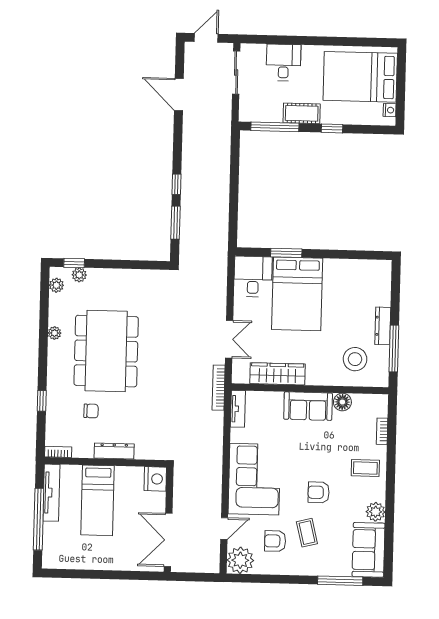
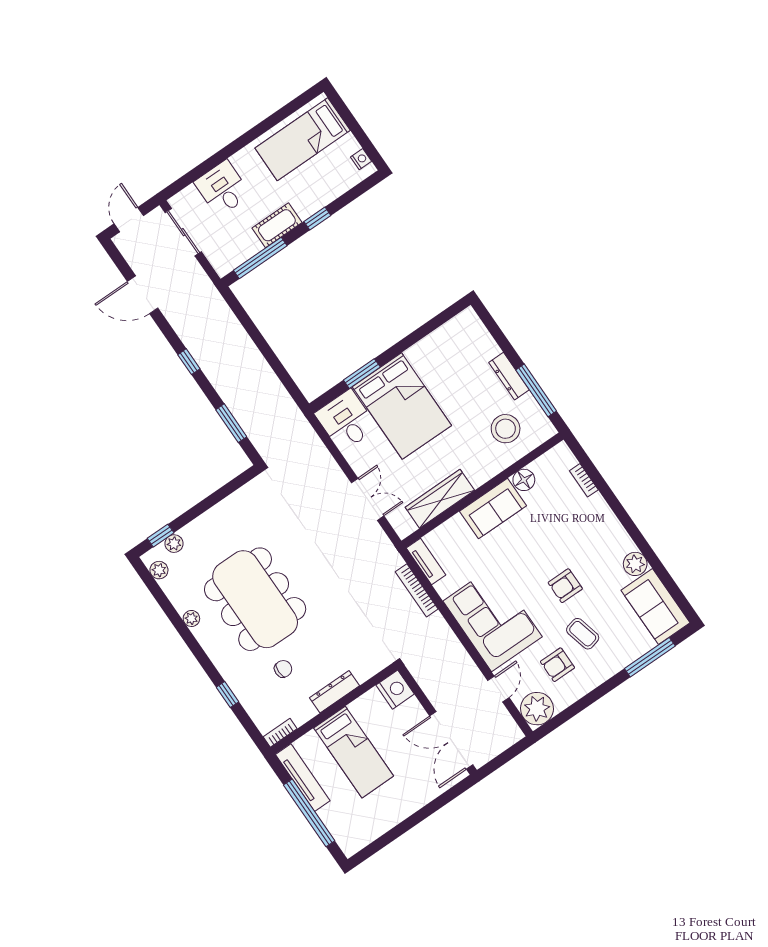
bed: (360, 77) -> (303, 139), width x0.67
window: (177, 184) -> (189, 362), moved
bookcase: (219, 388) -> (417, 590), moved
coffee table: (365, 468) -> (594, 528), removed

